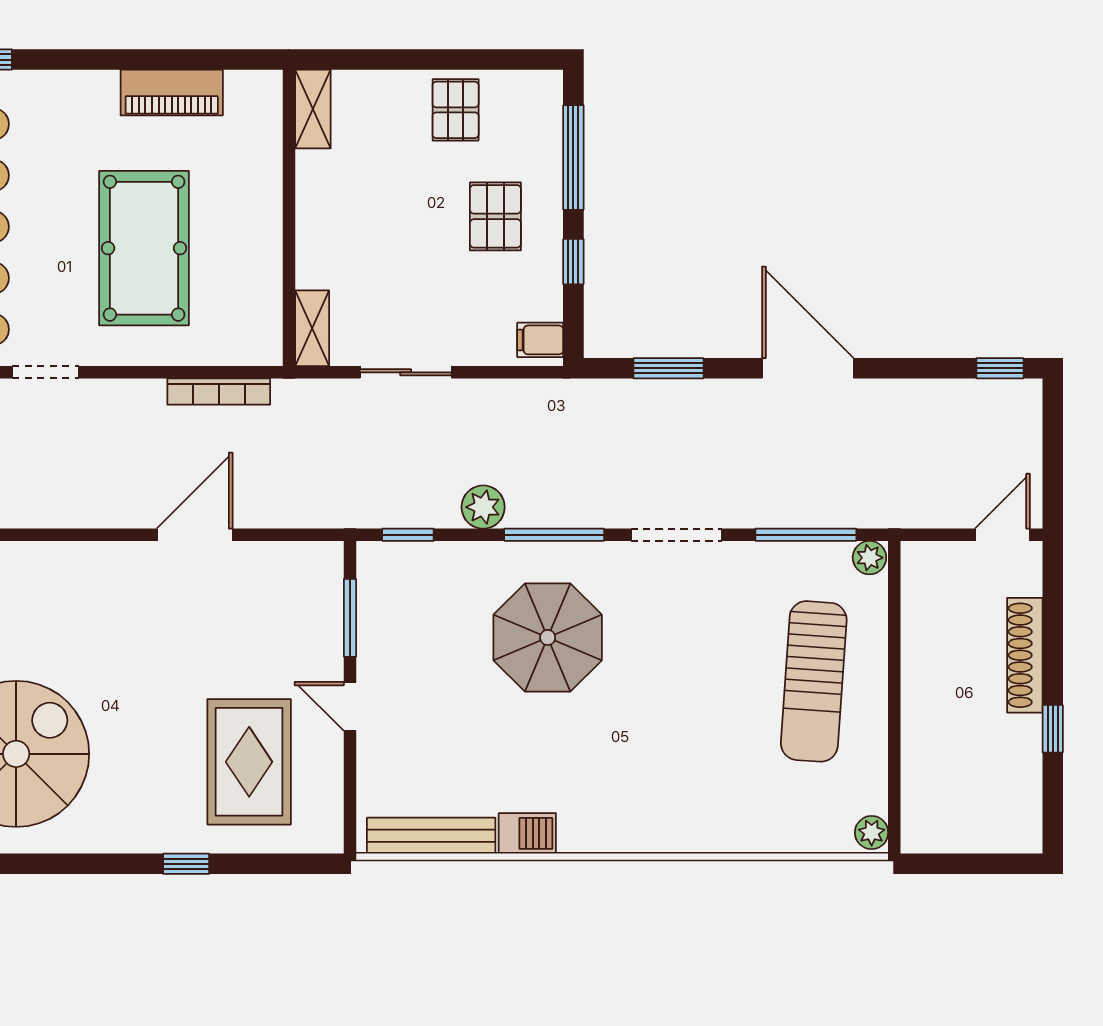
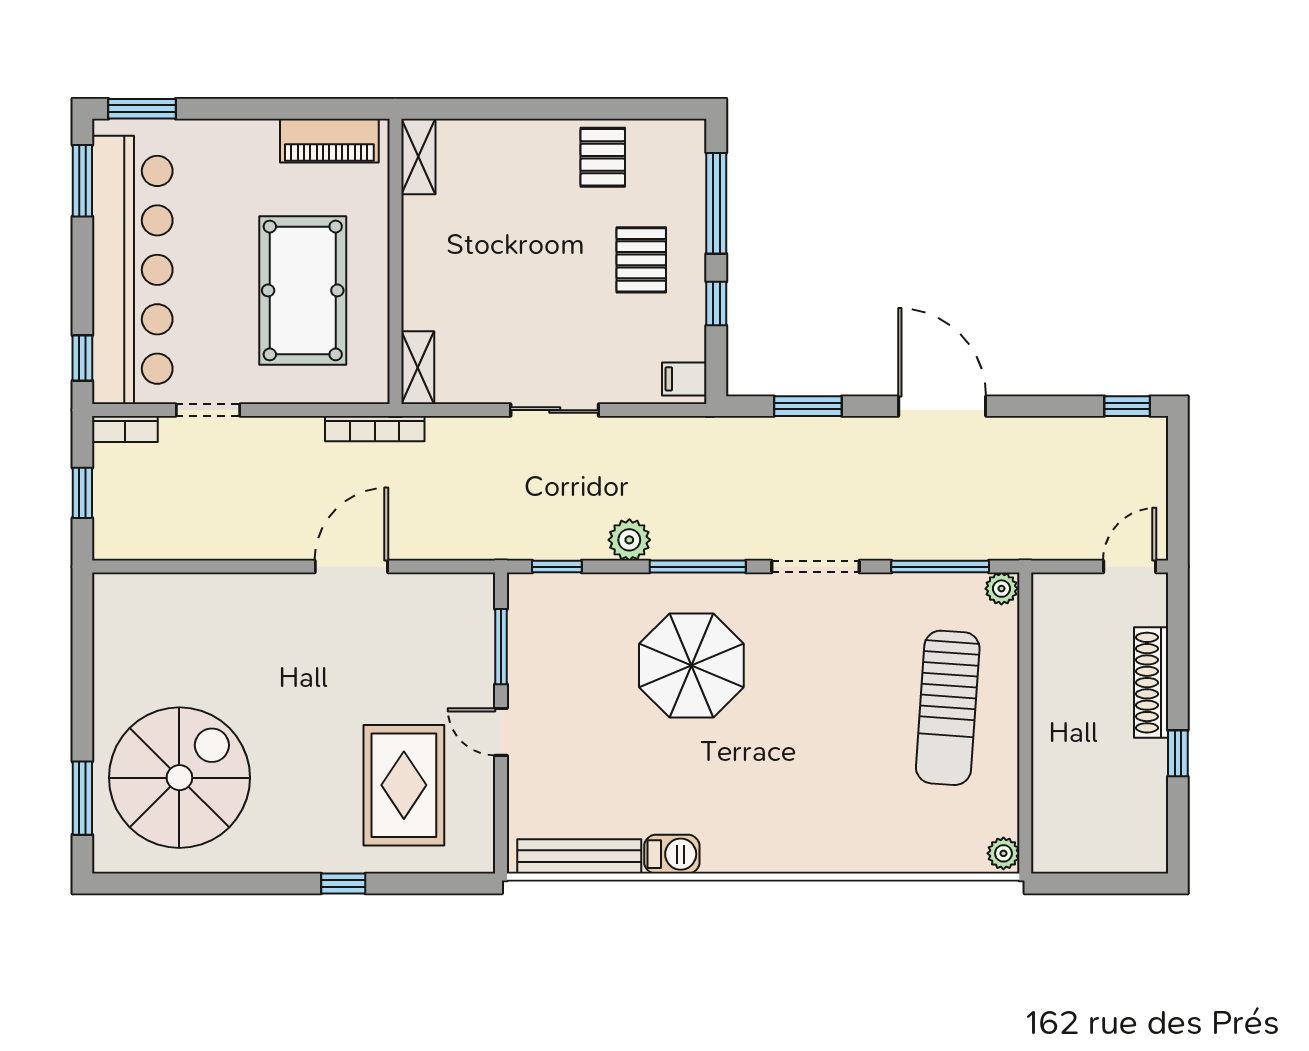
shelving: (313, 109) -> (418, 156), moved
wall: (289, 218) -> (395, 261), moved
shelving: (312, 328) -> (418, 368), moved

